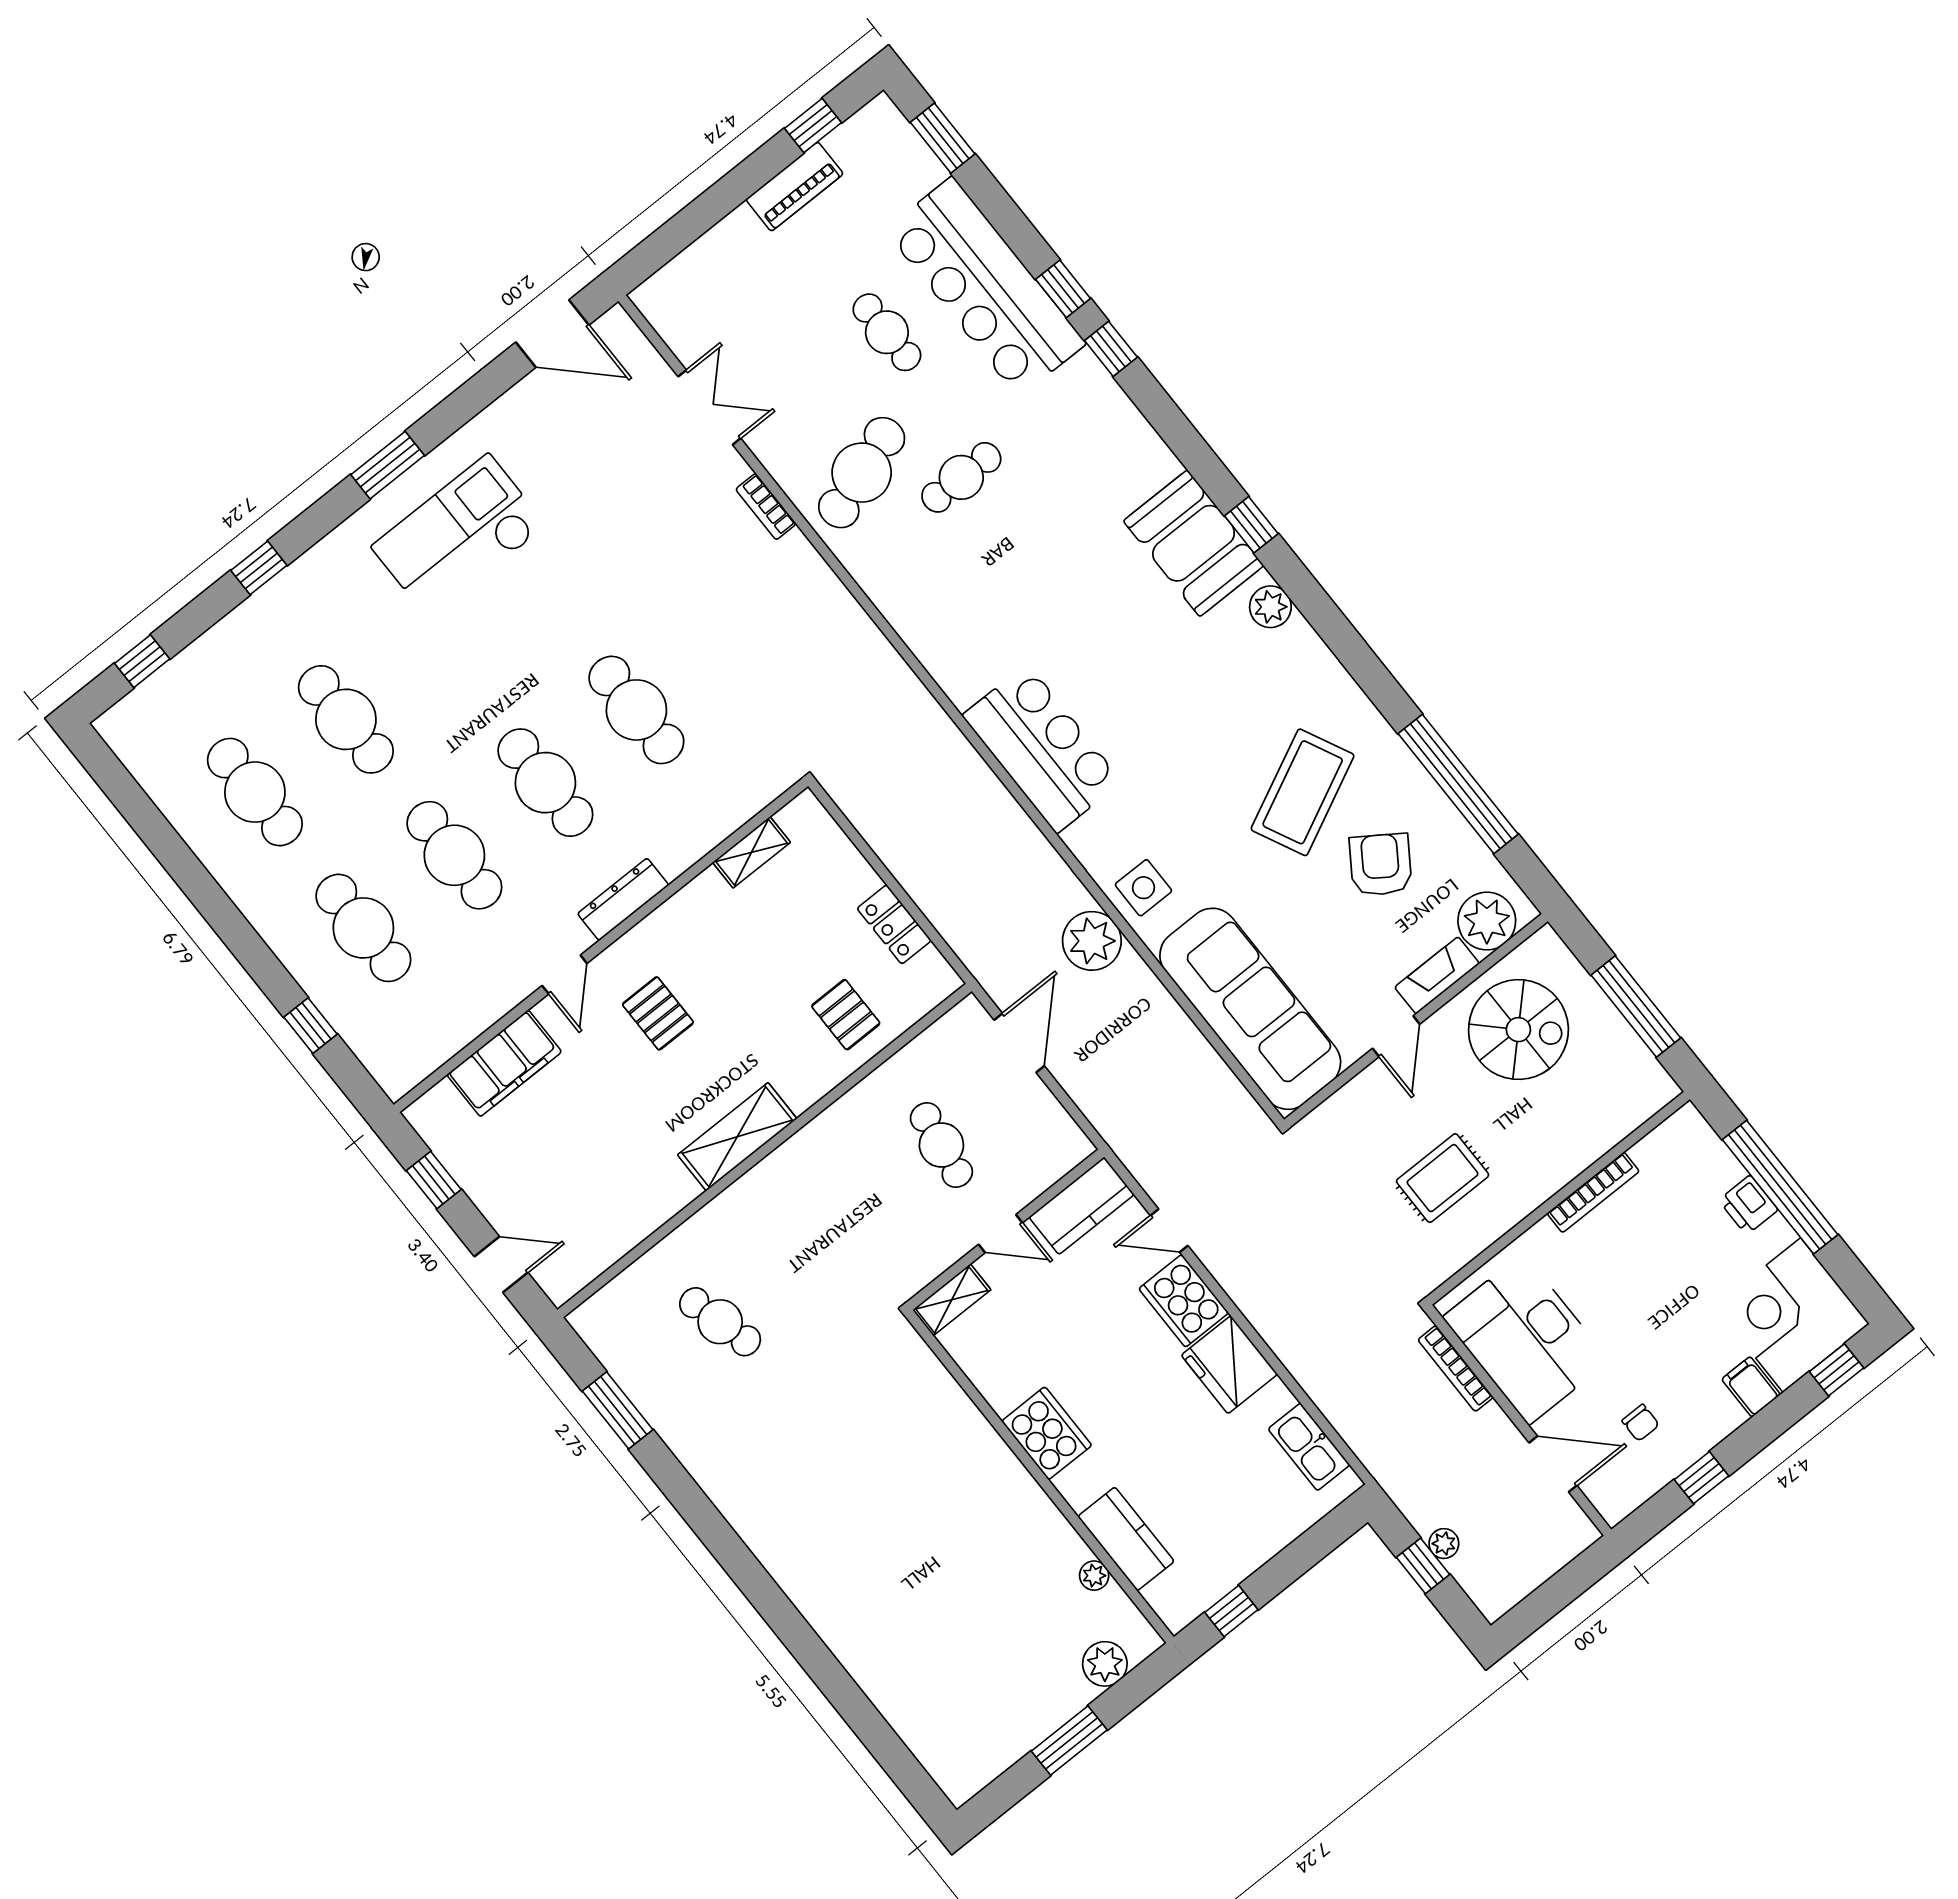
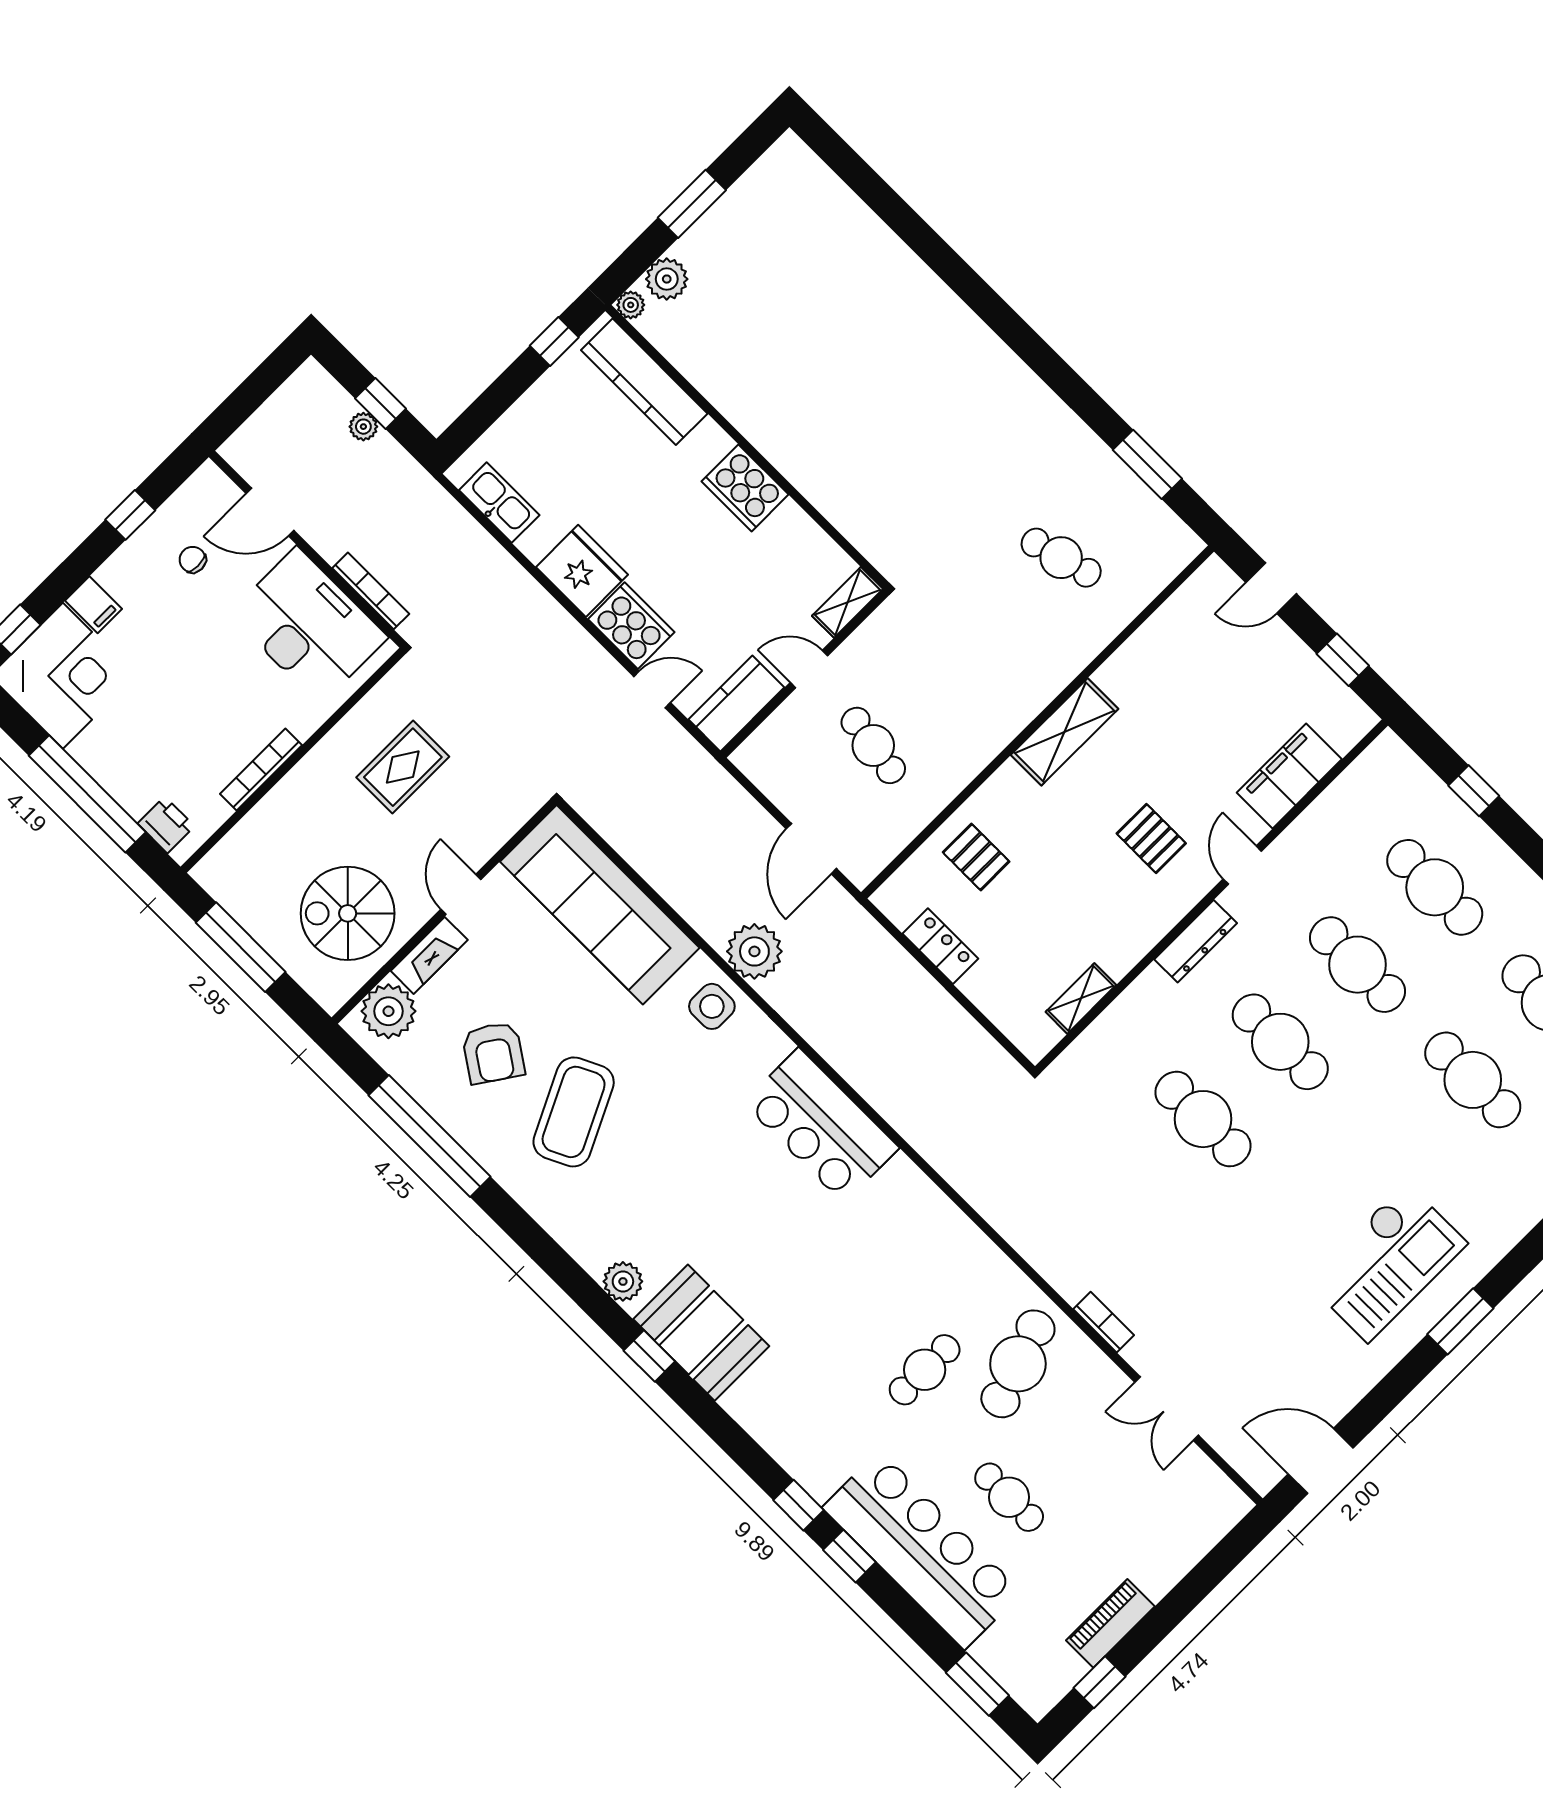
printer: (1748, 1205) -> (166, 825), moved
kitchen counter: (1126, 1539) -> (644, 382), width x1.50
plant: (1094, 1576) -> (631, 305), moved

